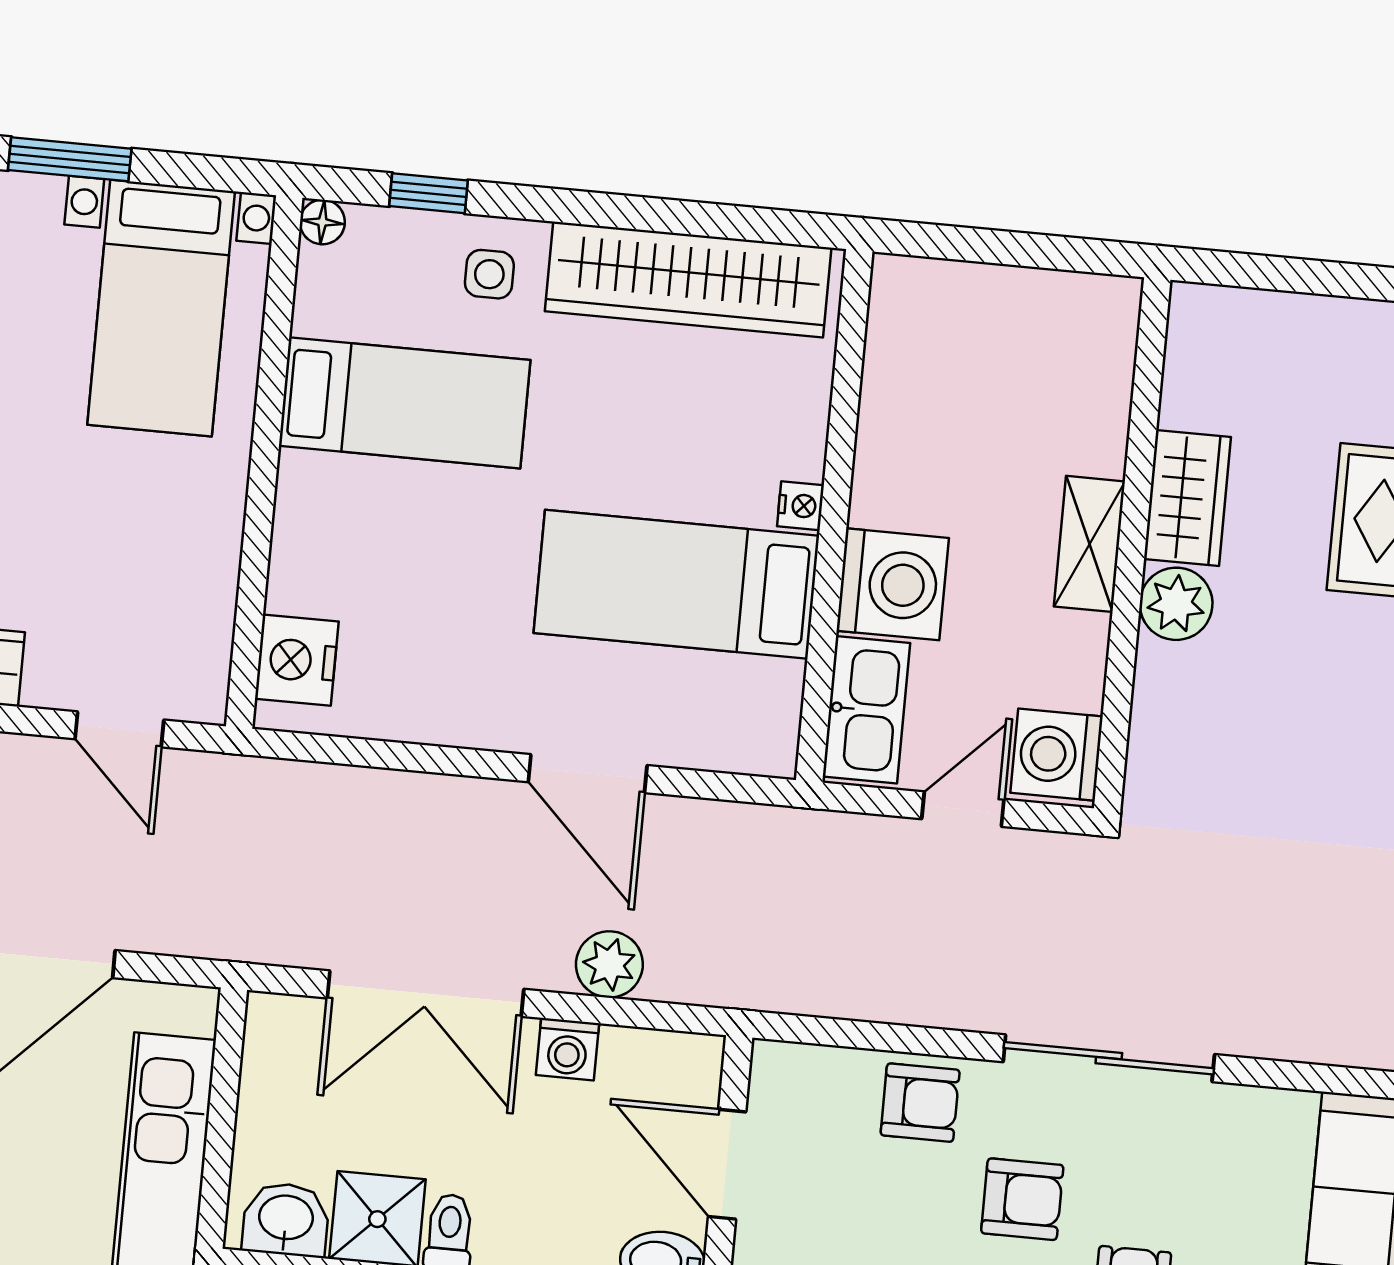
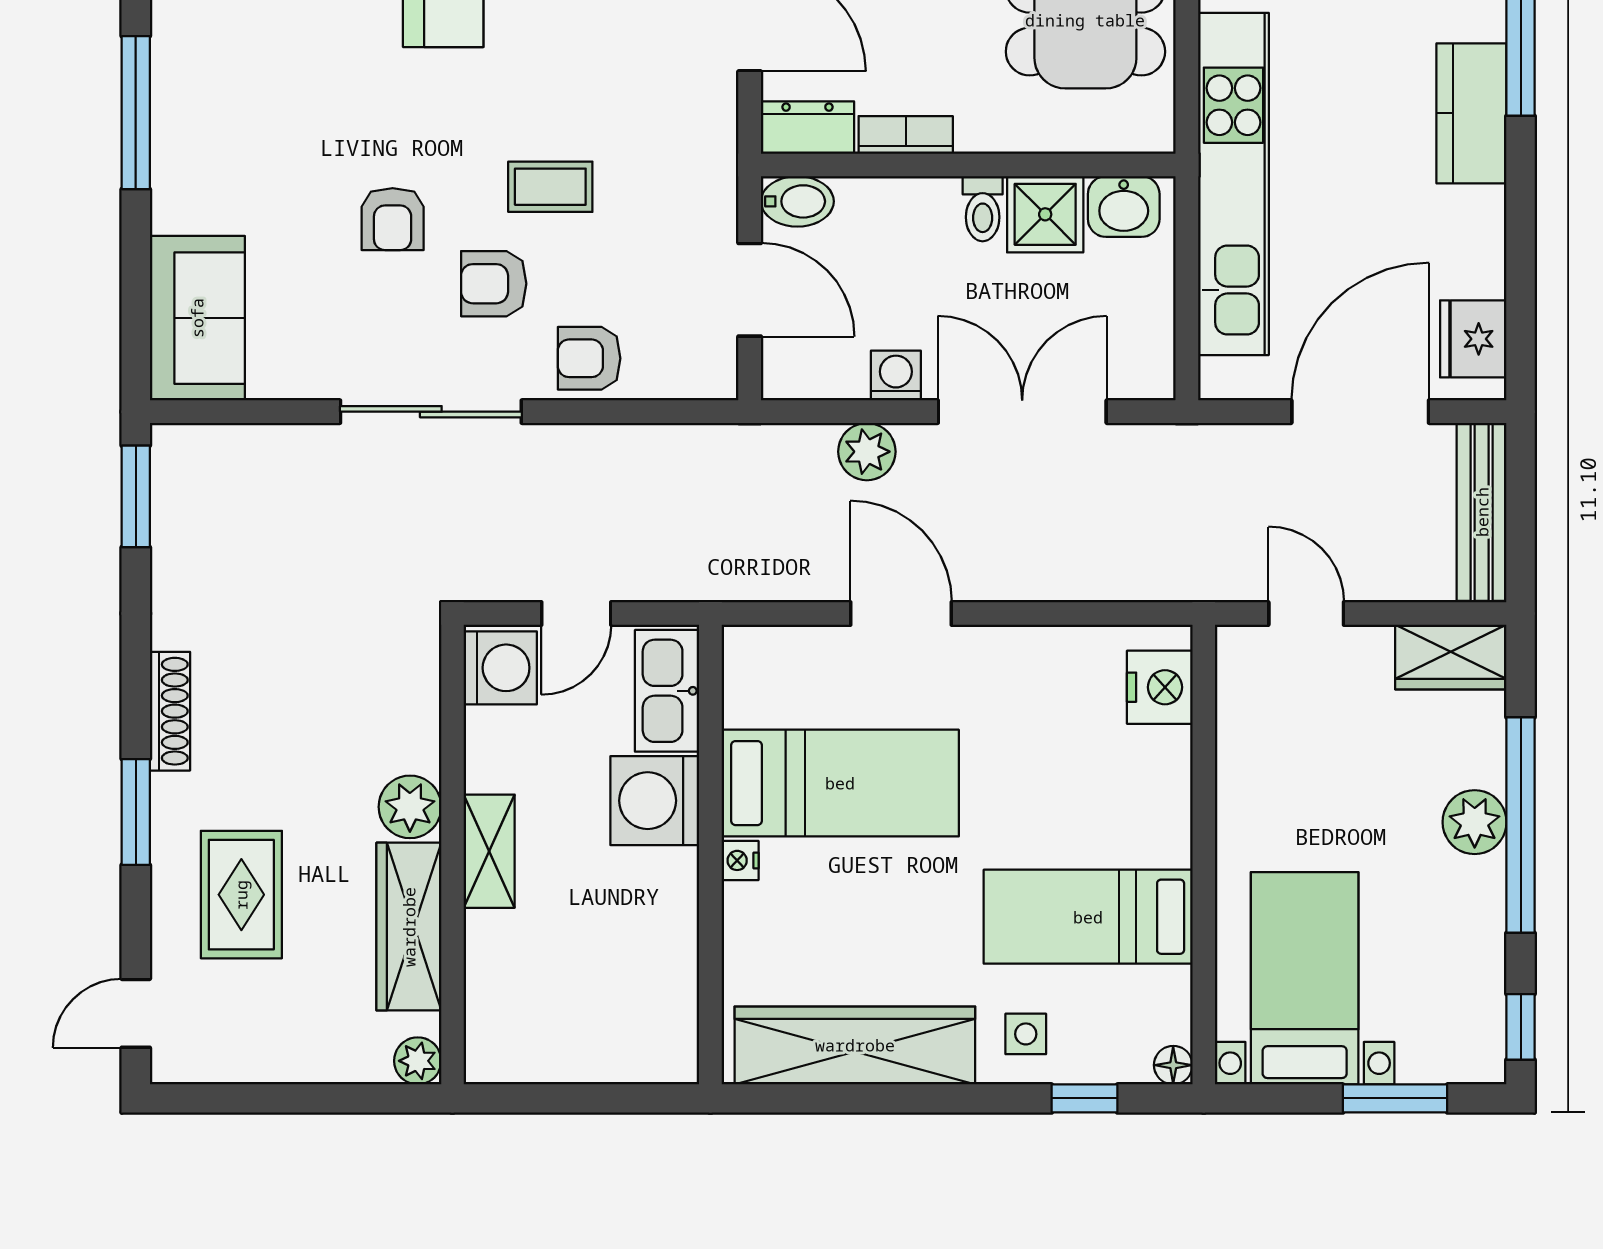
plant: (1195, 309) -> (418, 1061), added
wardrobe: (1187, 498) -> (409, 927), width x1.50

